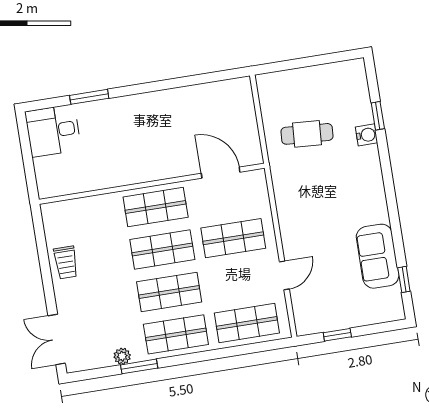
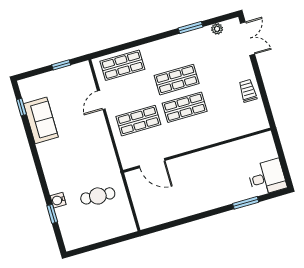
shop shelf: (156, 207) -> (193, 135), removed
shop shelf: (176, 334) -> (169, 52), removed
plant: (122, 356) -> (217, 29), moved

